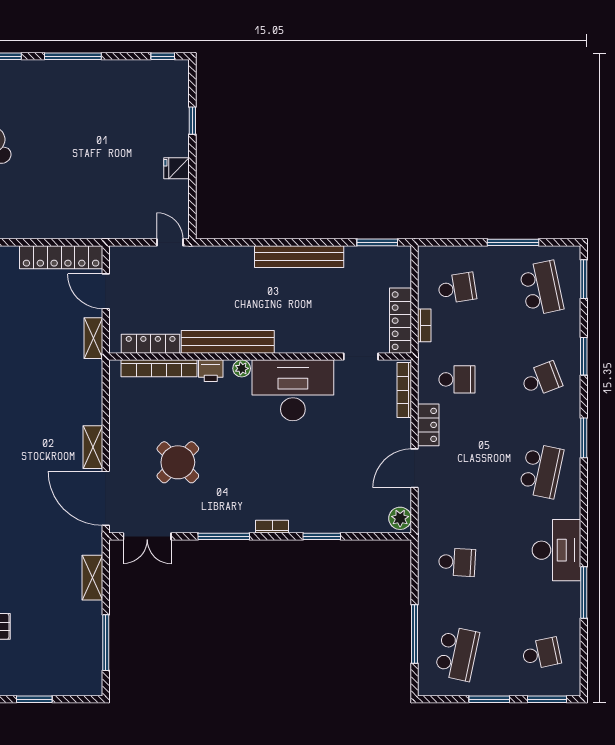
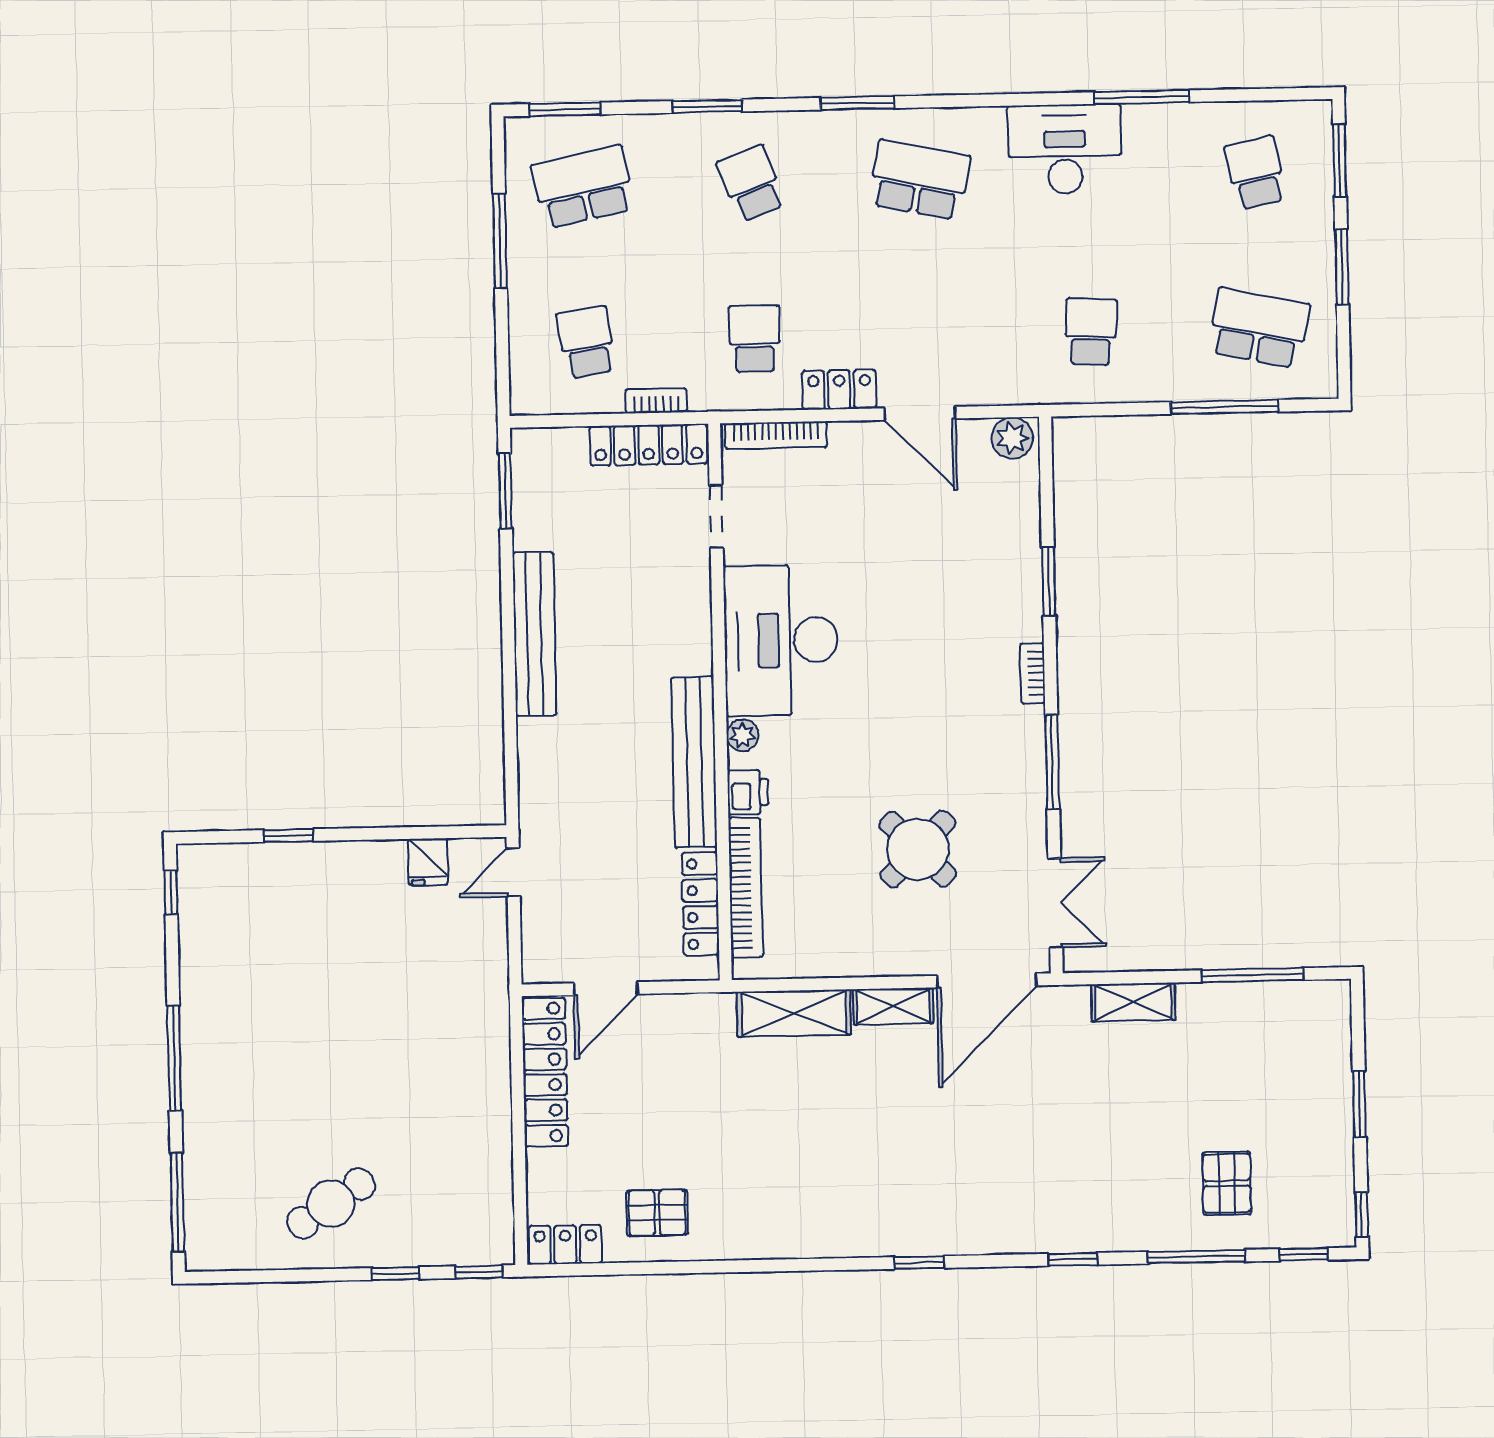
fridge: (177, 168) -> (428, 862), moved
shelving: (93, 338) -> (794, 1013), moved, width x1.50, depth x1.33

